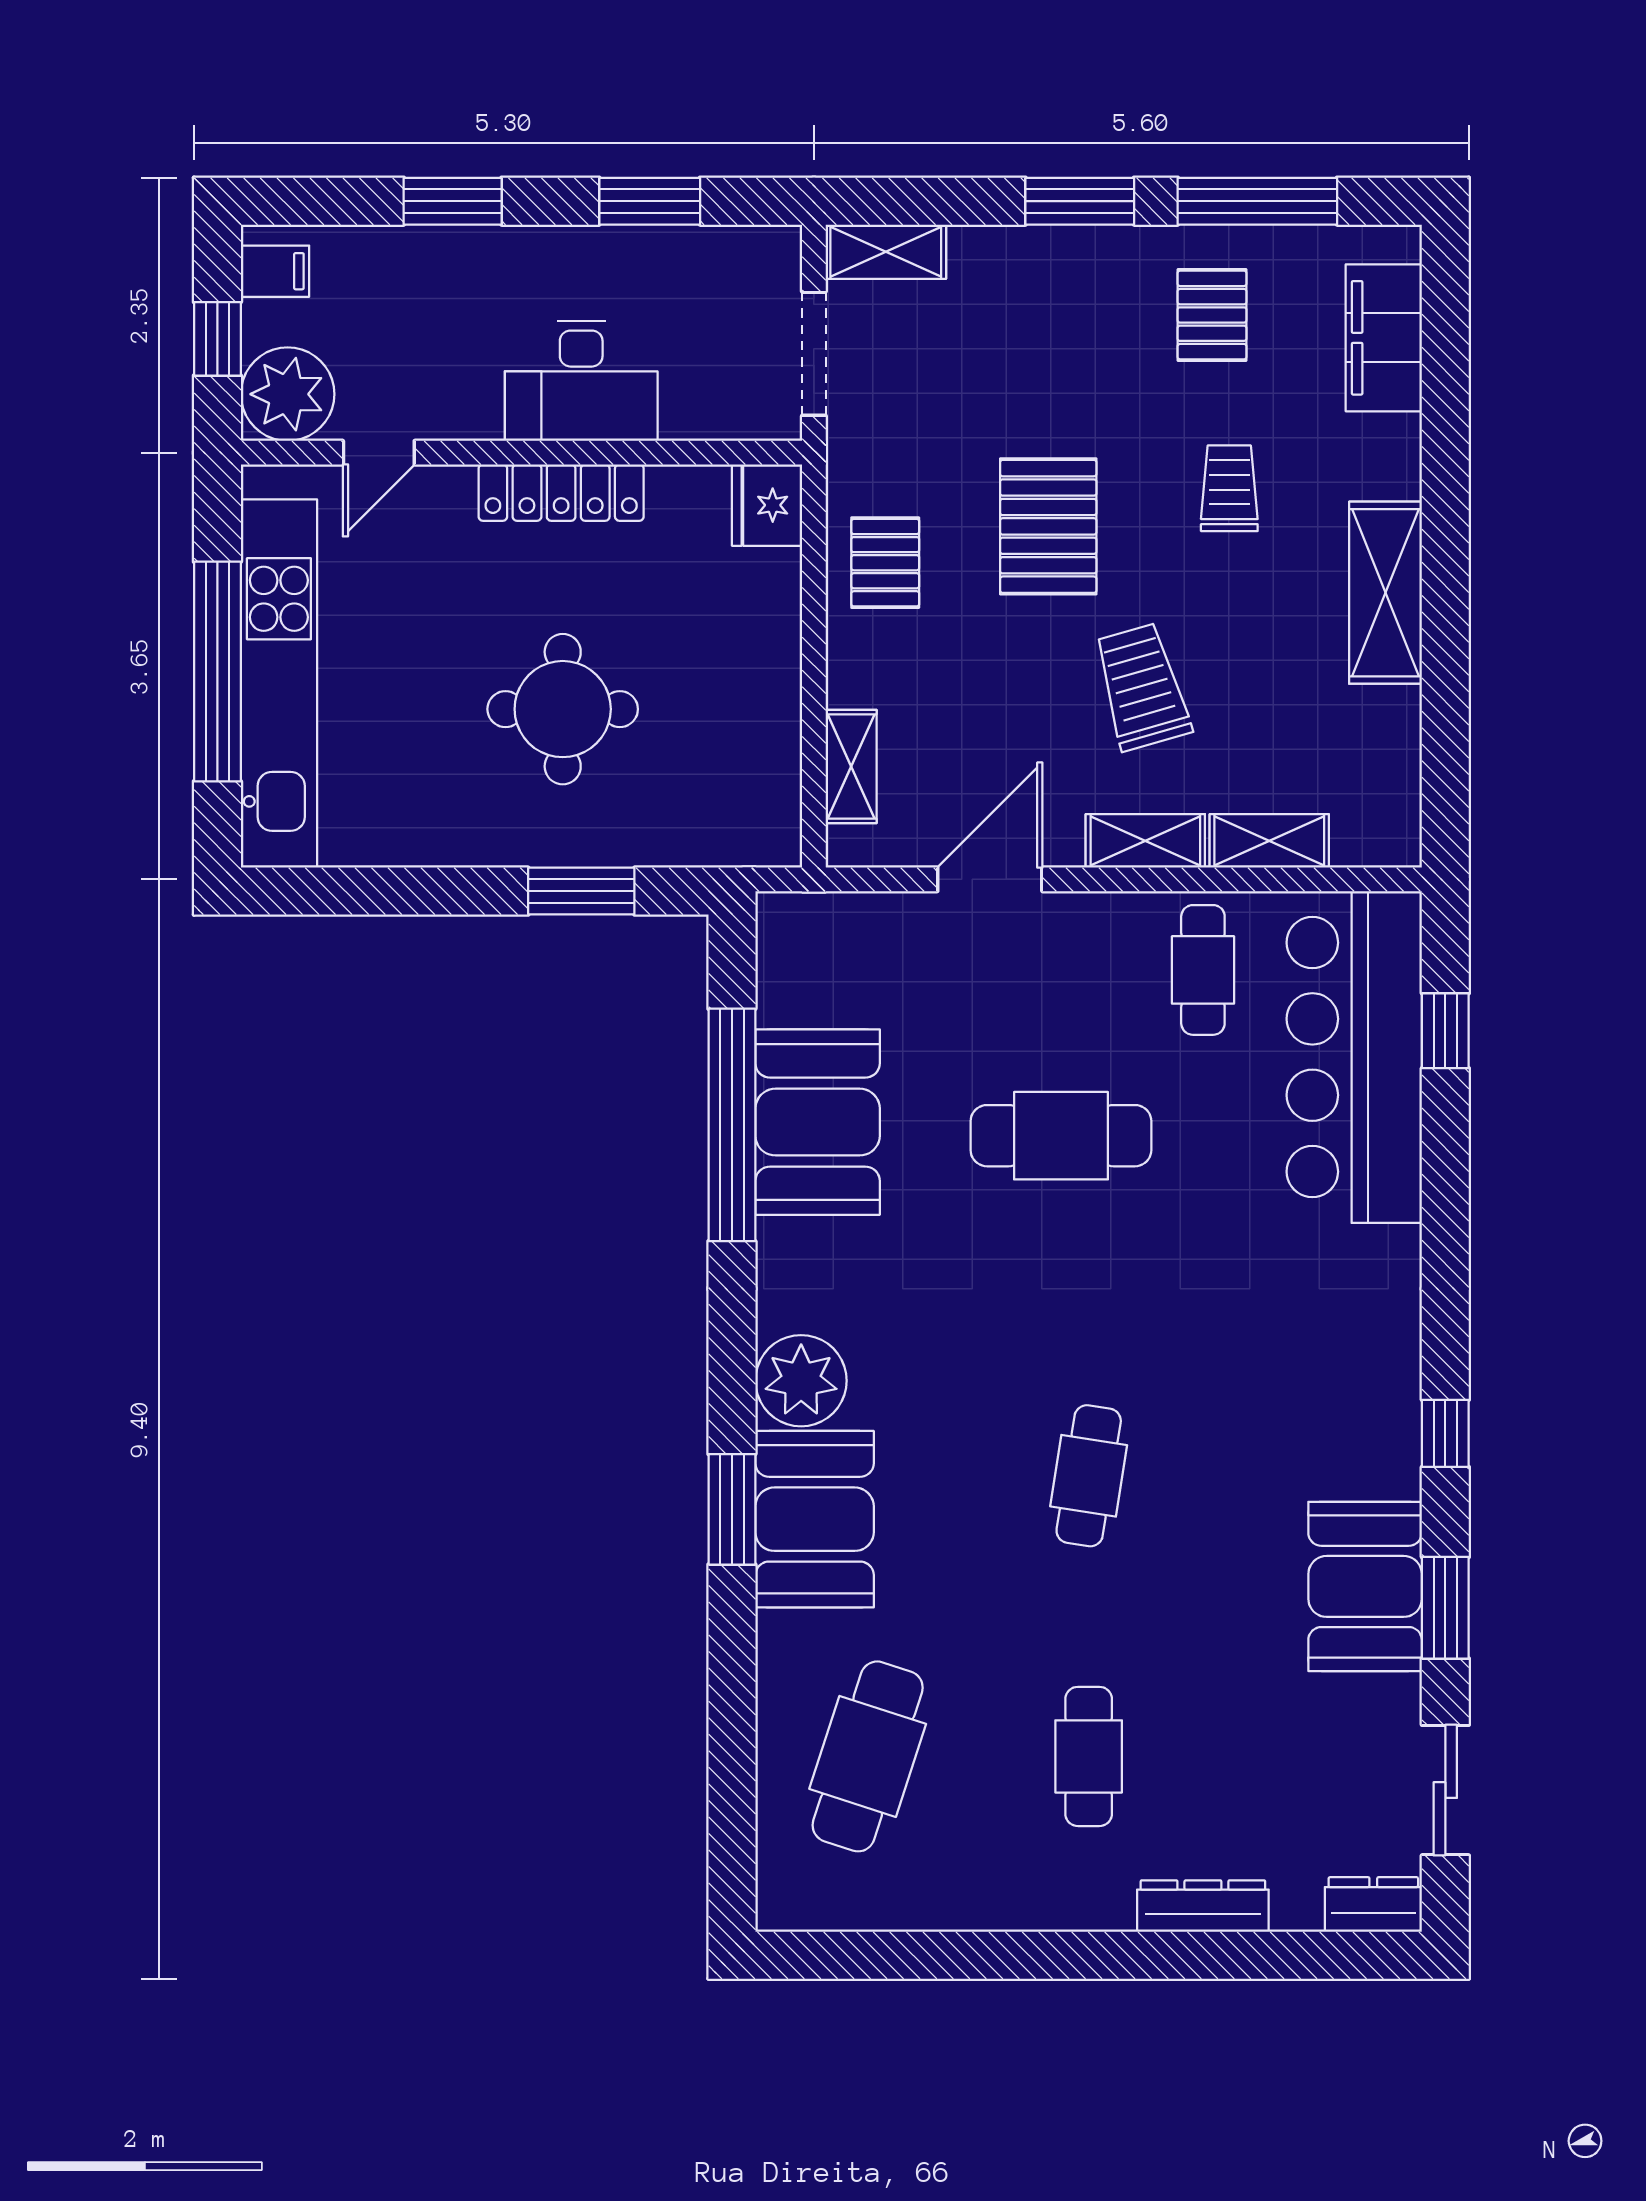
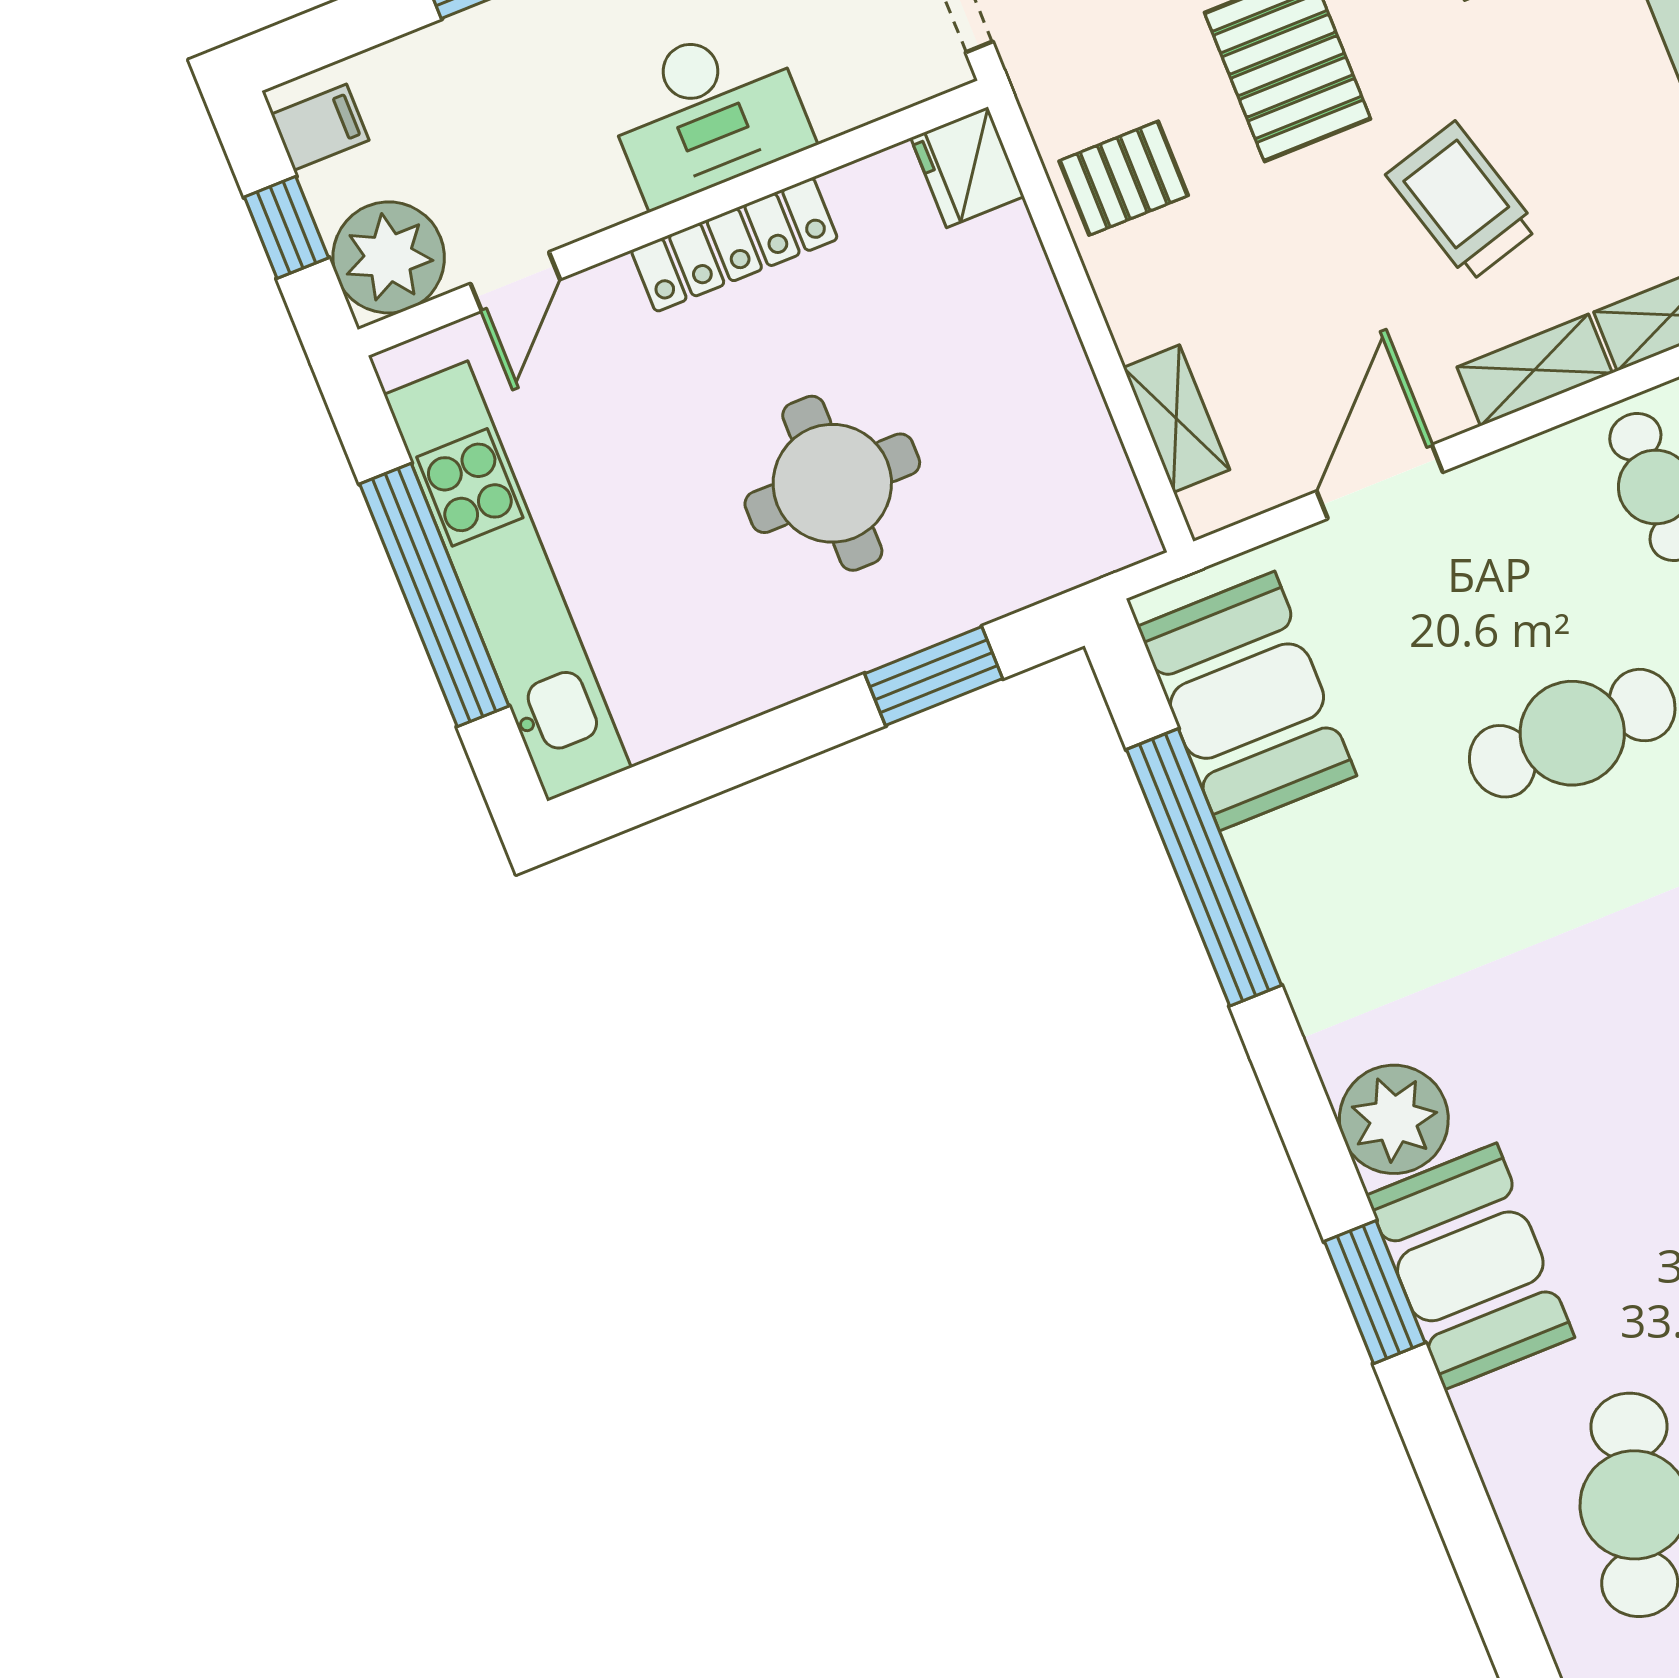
pallet: (885, 563) -> (1124, 178), turned 90
booth: (818, 1122) -> (1247, 701), moved

